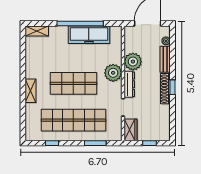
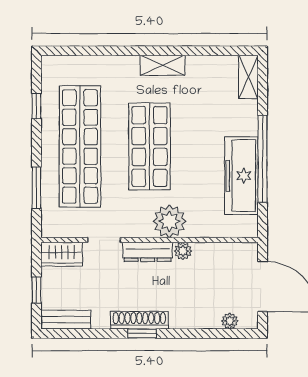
bench: (165, 59) -> (66, 320), moved
plant: (133, 62) -> (183, 251), width x0.53, depth x0.53
shelving: (30, 91) -> (163, 65), moved

